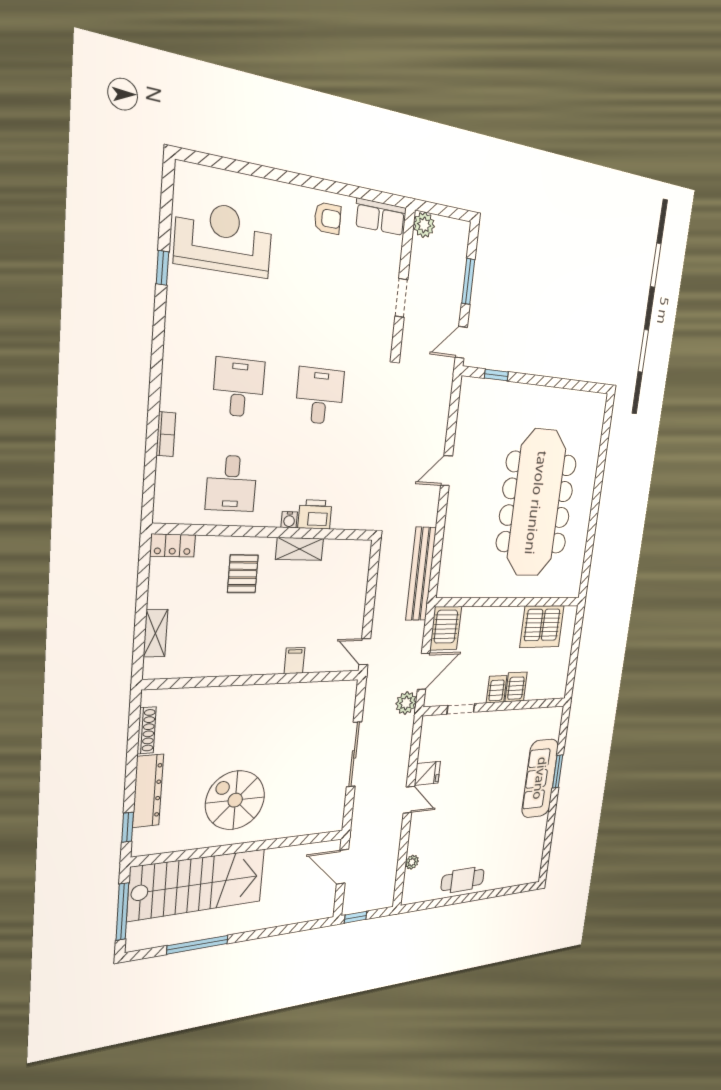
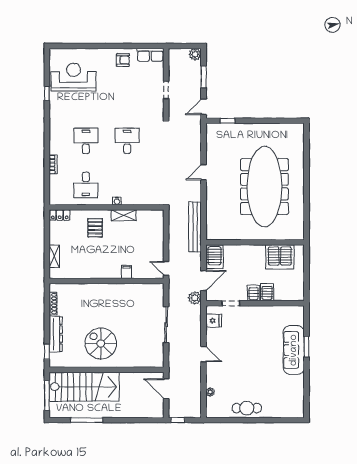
plant: (424, 225) -> (195, 54), moved
printer: (315, 514) -> (130, 198), removed
fridge: (427, 773) -> (214, 321), moved

